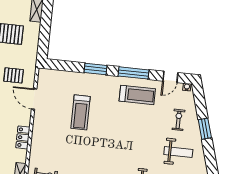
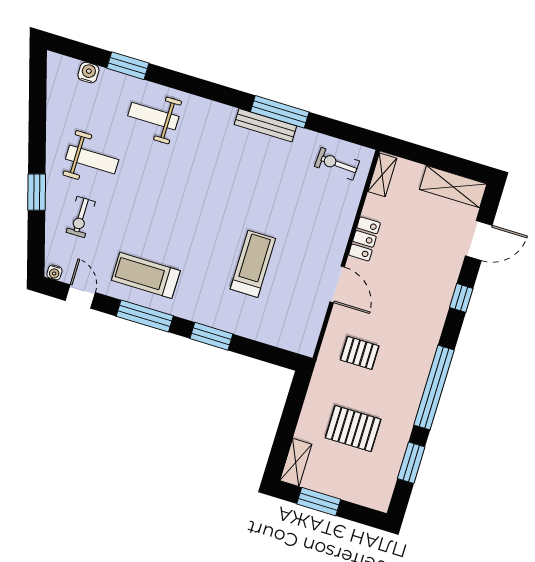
door: (170, 77) -> (80, 296), hinge flipped
door: (34, 99) -> (337, 284), moved
weight bench: (178, 152) -> (92, 159), turned 180

